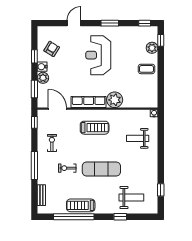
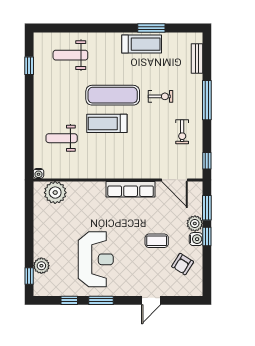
window: (145, 23) -> (69, 300), moved
reception desk: (98, 55) -> (96, 259), moved
window: (34, 56) -> (207, 237), moved
coffee table: (146, 69) -> (157, 241), moved
plant: (115, 100) -> (55, 193), moved
treadmill: (95, 128) -> (107, 123), moved
weight bench: (138, 138) -> (62, 138), turned 180
window: (74, 217) -> (151, 28), width x0.47
window: (120, 217) -> (86, 28), removed

